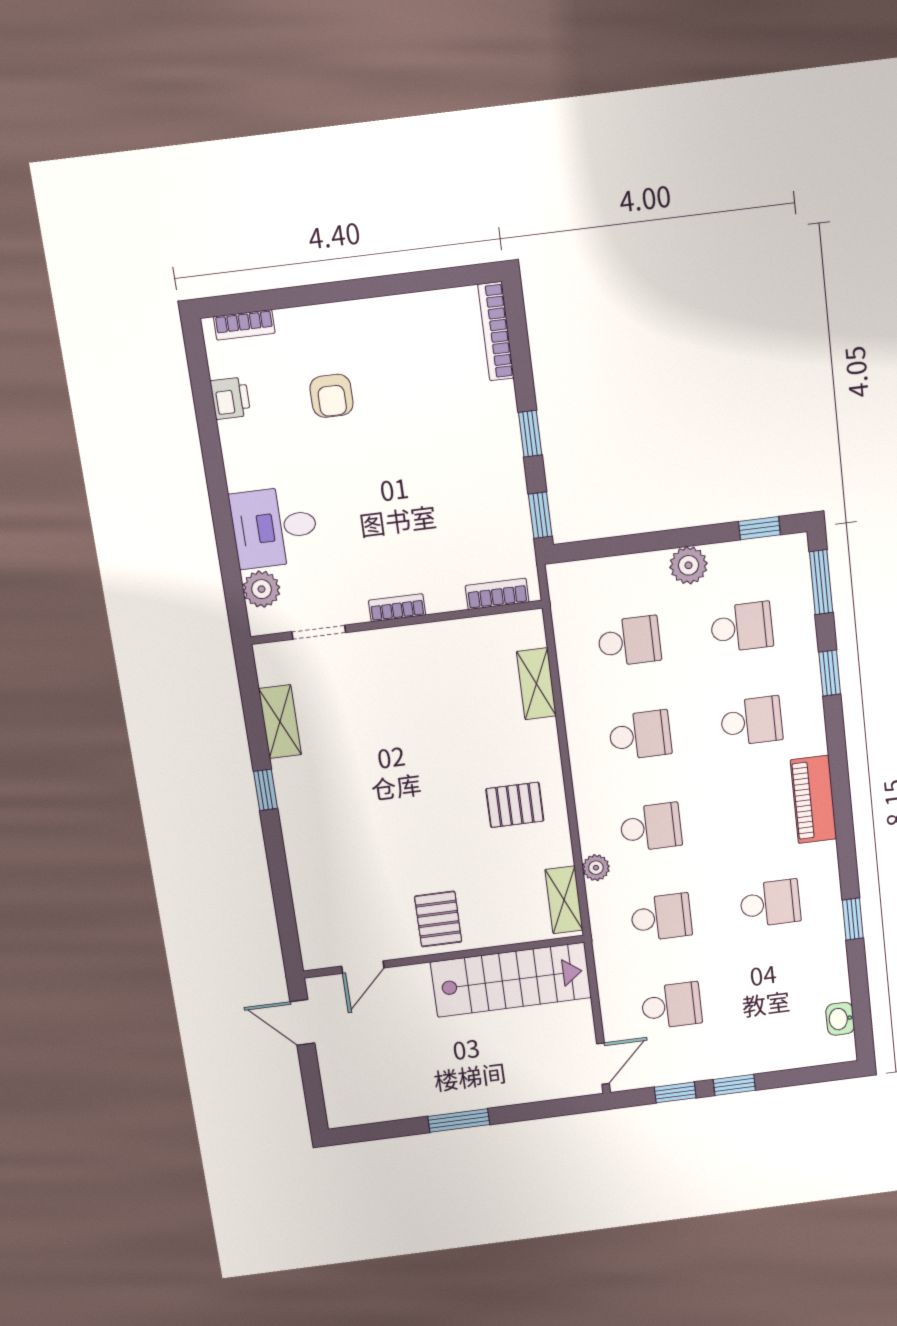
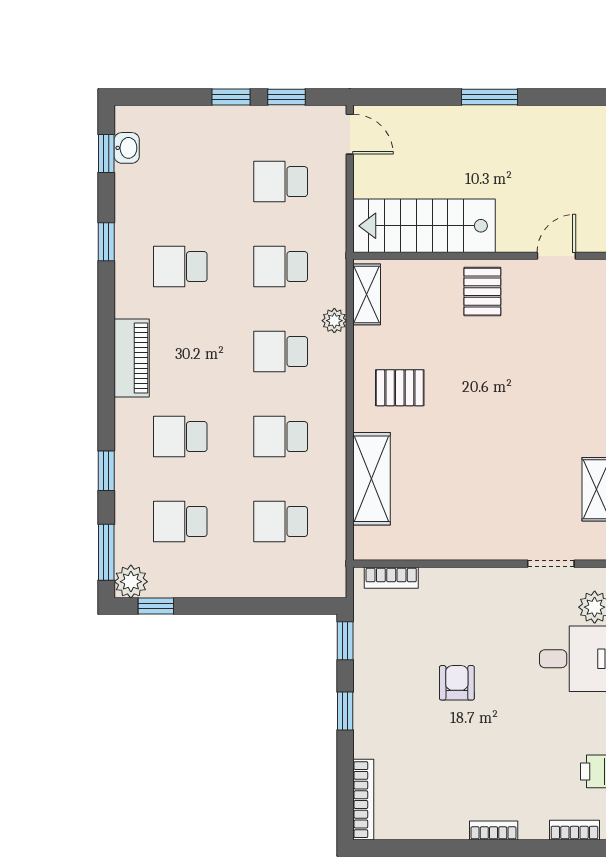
armchair: (332, 396) -> (457, 683), moved
plant: (689, 565) -> (131, 582), moved
bookcase: (397, 608) -> (494, 831), moved, turned 180
shelving: (536, 684) -> (372, 479), width x1.50, depth x1.33
window: (861, 1010) -> (106, 154), added
door: (603, 1064) -> (350, 134), swing flipped

